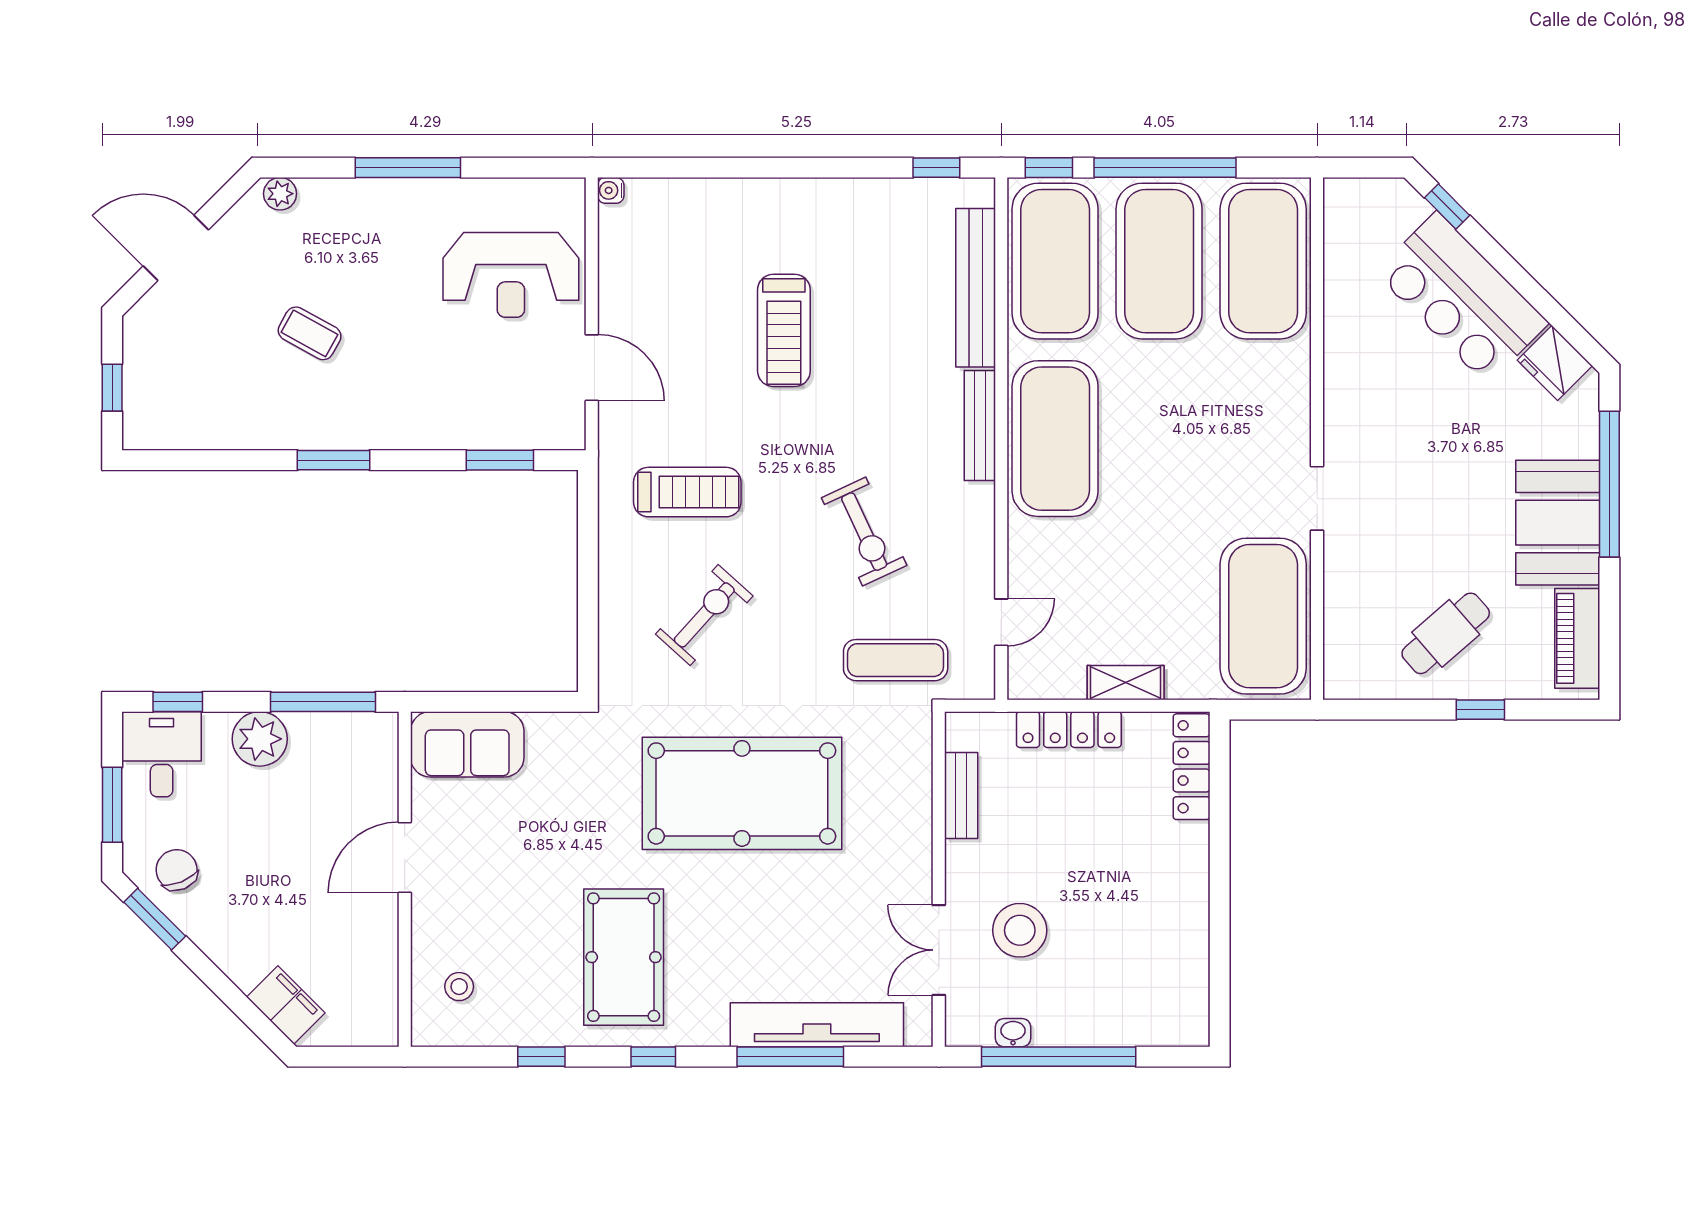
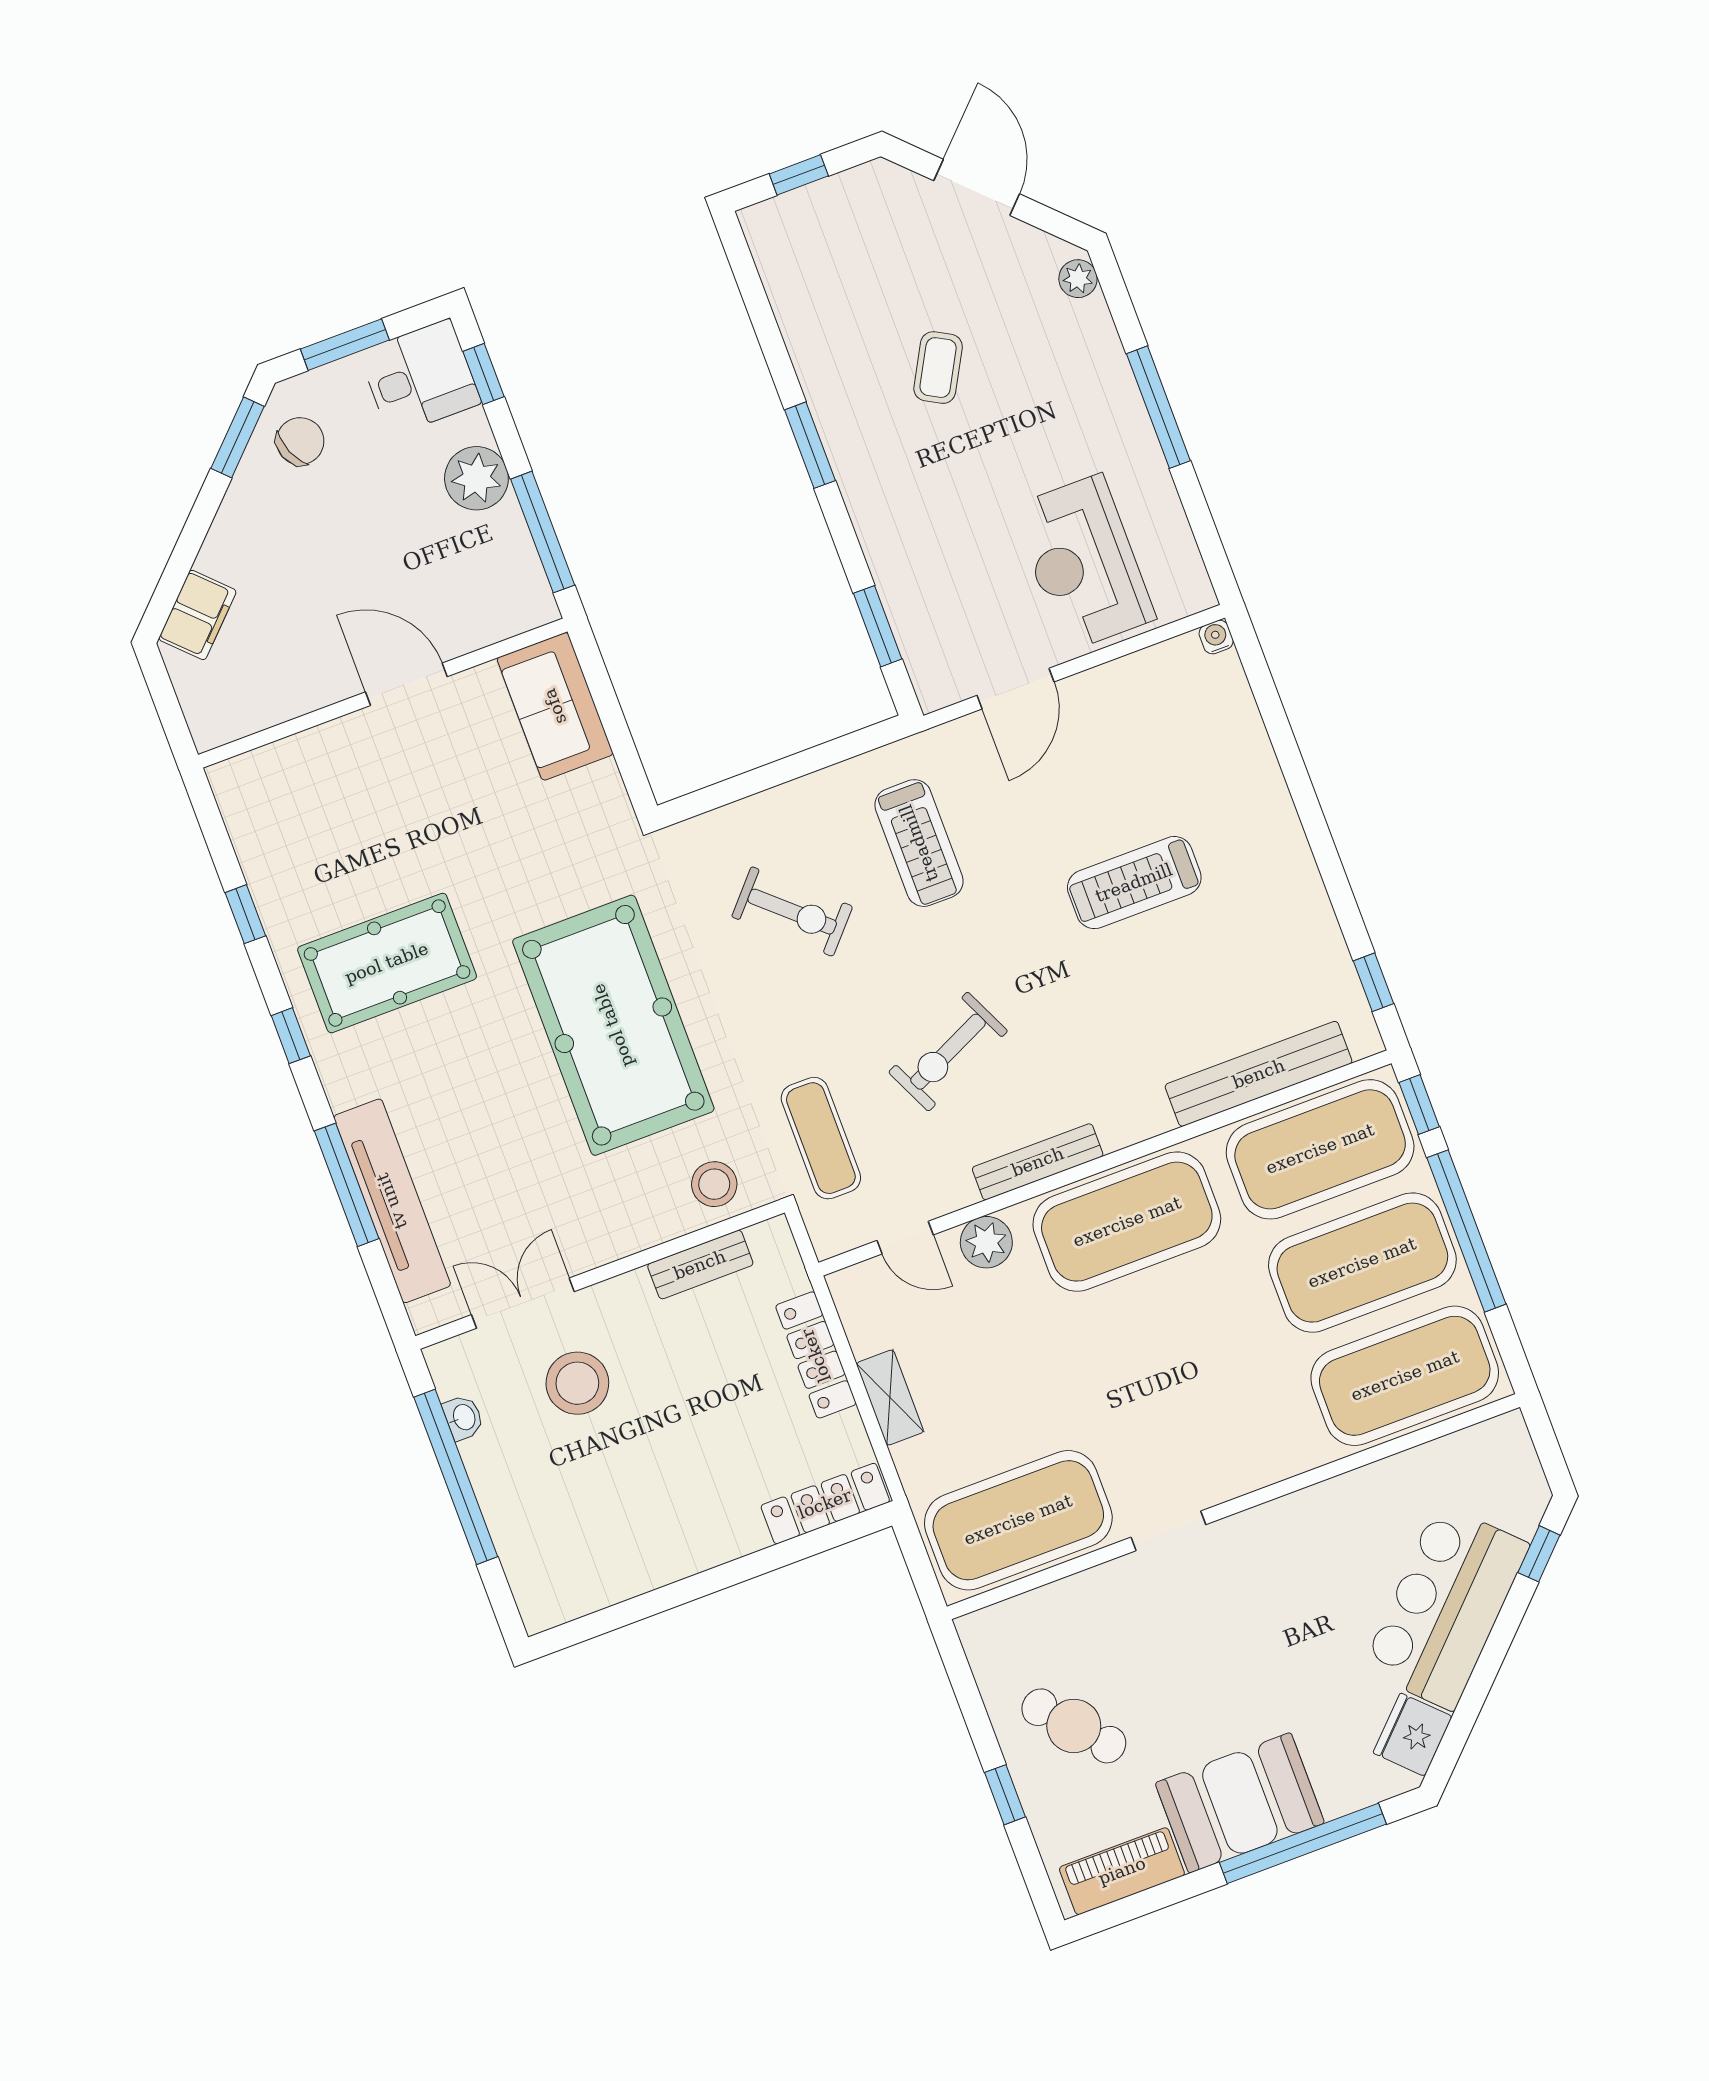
bench: (980, 426) -> (1038, 1162), moved
plant: (1029, 558) -> (986, 1242), added
stool: (459, 987) -> (714, 1184), moved, width x1.37, depth x1.37

